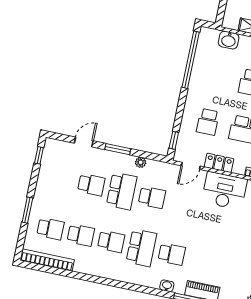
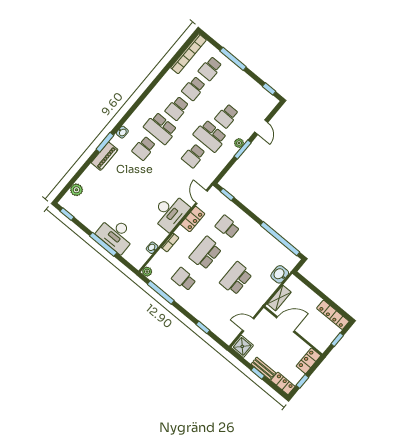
plant: (141, 162) -> (239, 143), moved
window: (27, 210) -> (233, 59), width x1.44

